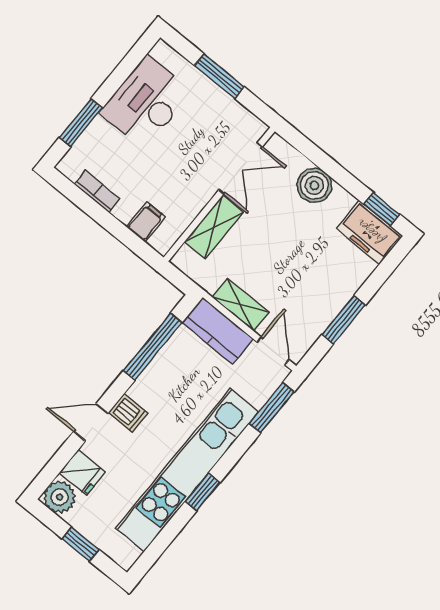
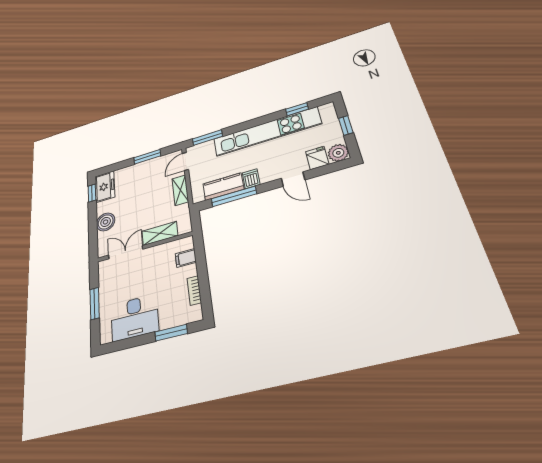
kitchen counter: (218, 331) -> (223, 187), moved, turned -90
dishwasher: (128, 413) -> (251, 179), moved
window: (203, 492) -> (297, 109), moved

